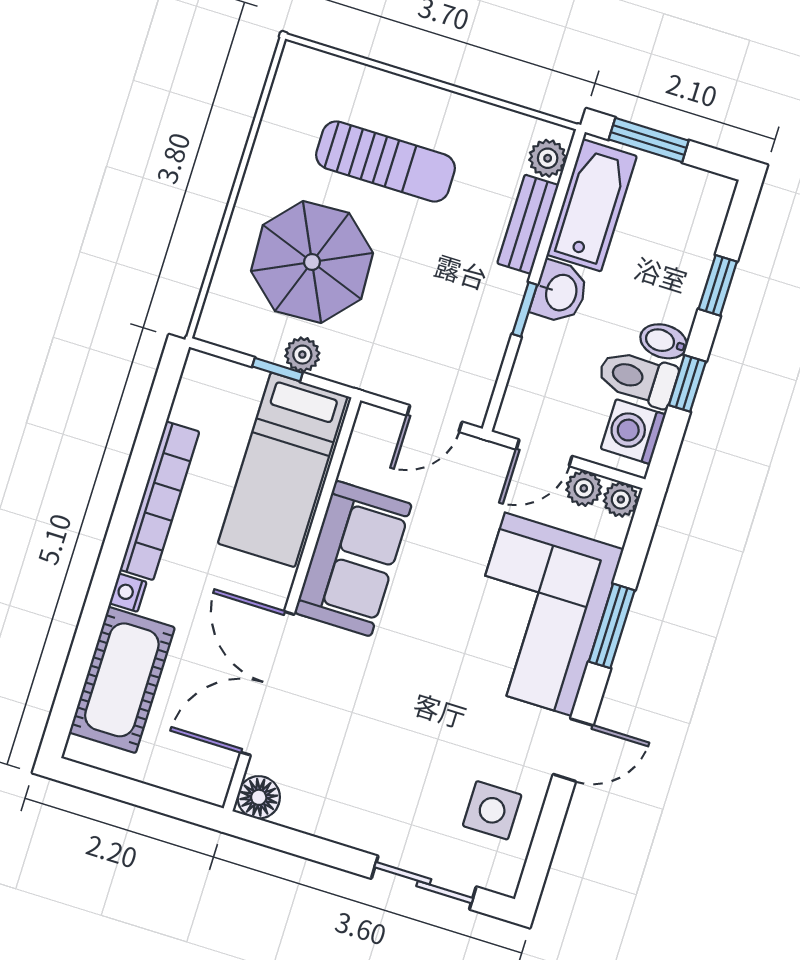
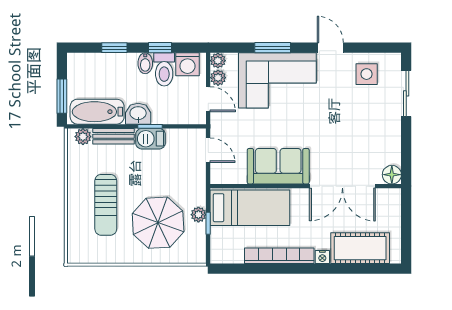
sun lounger: (385, 161) -> (106, 205), turned 180
barbecue: (498, 302) -> (150, 139), added

